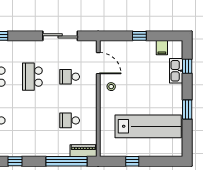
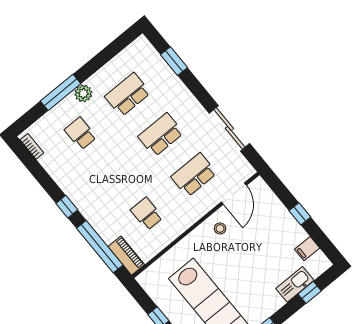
school desk: (70, 77) -> (194, 175), width x1.85
window: (15, 161) -> (67, 207), moved

